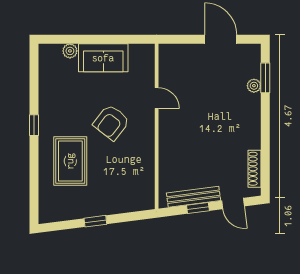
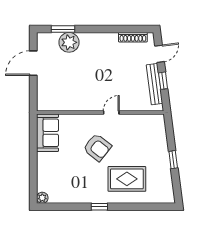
plant: (70, 51) -> (42, 198), moved
sofa: (103, 58) -> (48, 133), moved
plant: (254, 86) -> (69, 42), width x1.87, depth x1.87
door: (157, 98) -> (111, 113), moved

